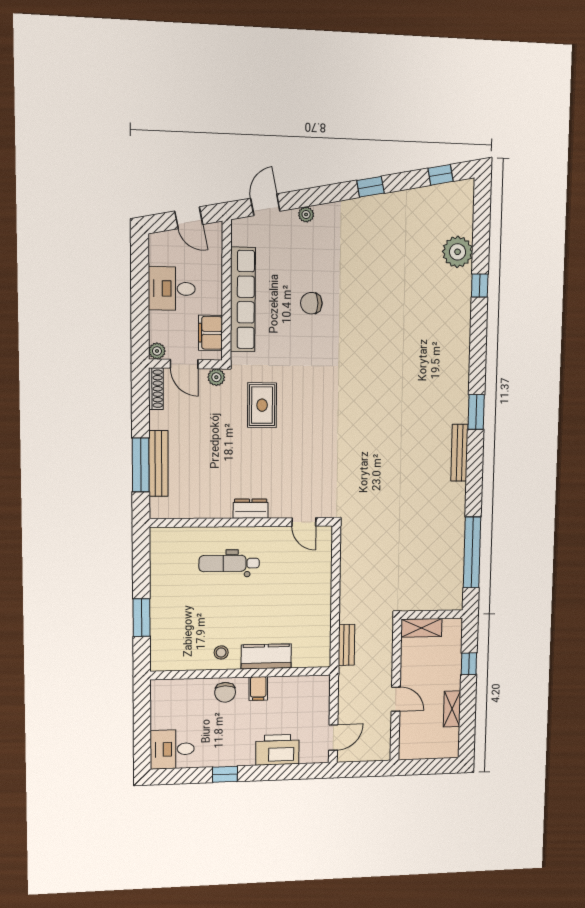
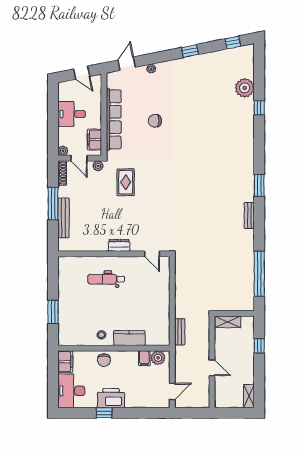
bench: (459, 453) -> (249, 216), width x0.73
window: (141, 465) -> (53, 203), moved
plant: (312, 686) -> (158, 358), added
filing cabinet: (258, 688) -> (144, 358), moved
filing cabinet: (162, 697) -> (65, 362), added
shelving: (452, 709) -> (249, 396), moved
desk: (172, 749) -> (71, 391), width x1.37
printer: (277, 750) -> (111, 398), moved

